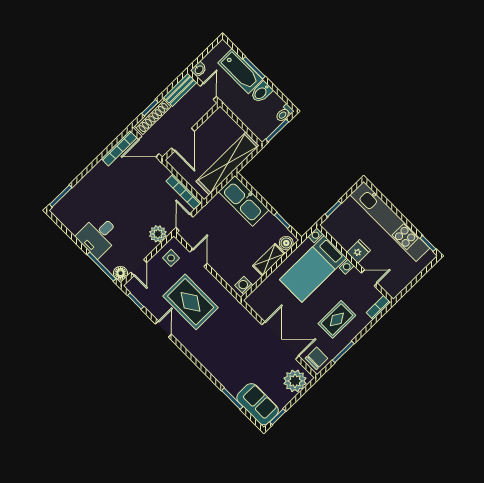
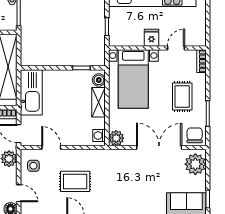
kitchen sink: (244, 201) -> (31, 92), moved, turned -90
plant: (255, 300) -> (116, 138), added
rug: (191, 302) -> (75, 181), width x0.73, depth x0.70

